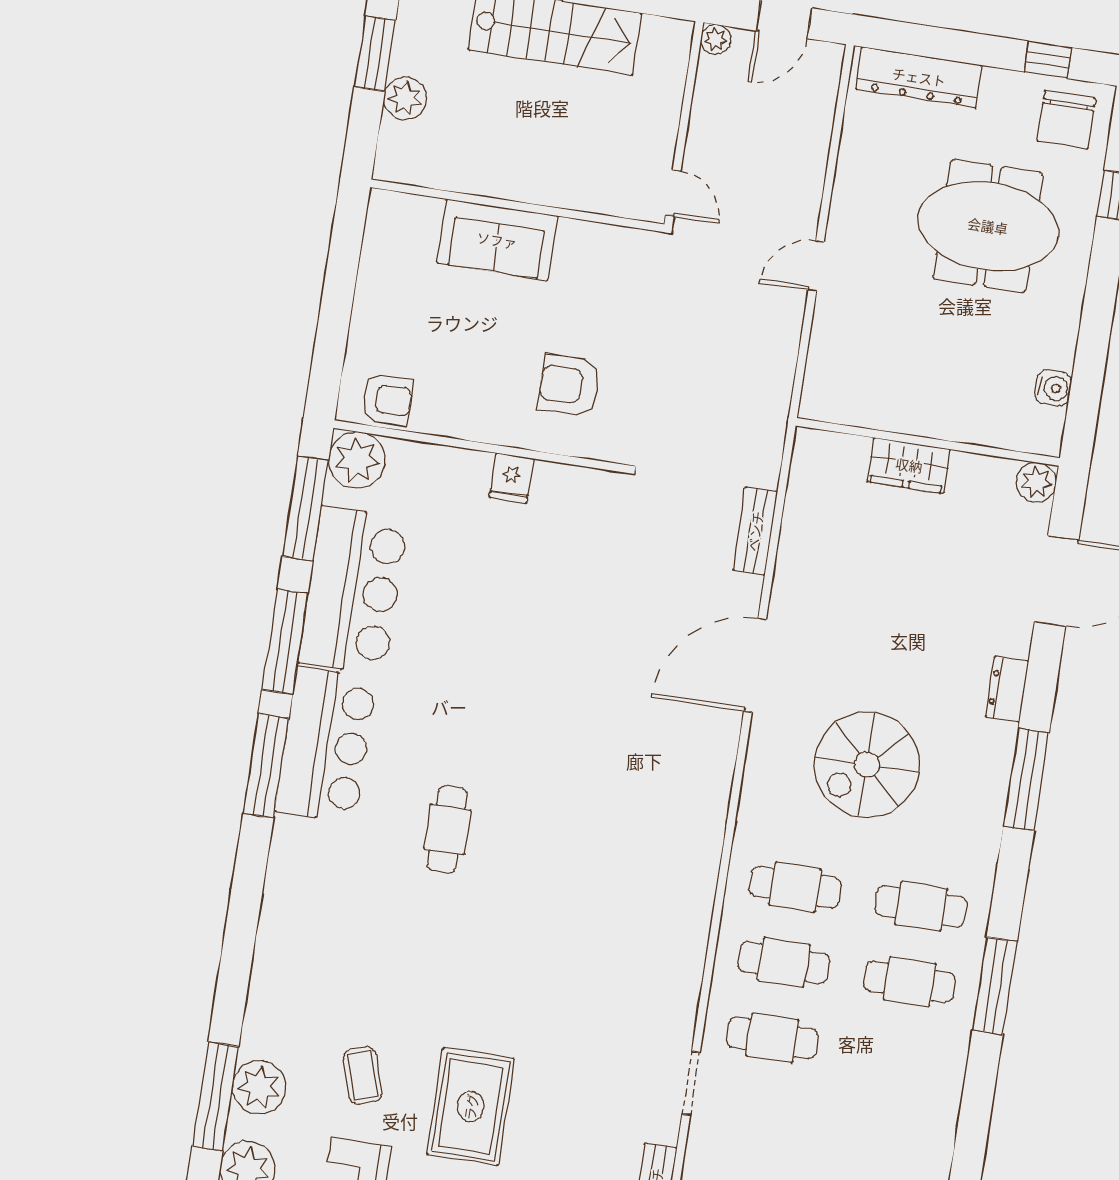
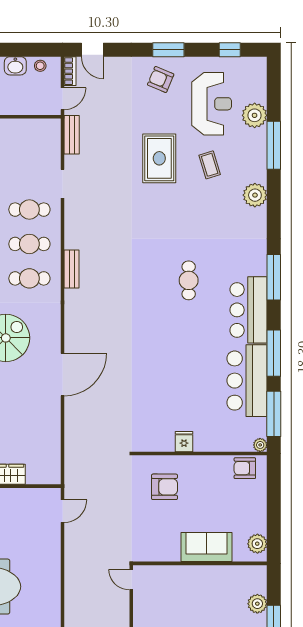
plant: (385, 230) -> (257, 544), added
door: (816, 266) -> (63, 511), moved
plant: (357, 460) -> (260, 445), width x0.53, depth x0.53
bench: (755, 531) -> (72, 269), moved
window: (266, 766) -> (274, 277), moved
plant: (259, 1087) -> (255, 195), moved

